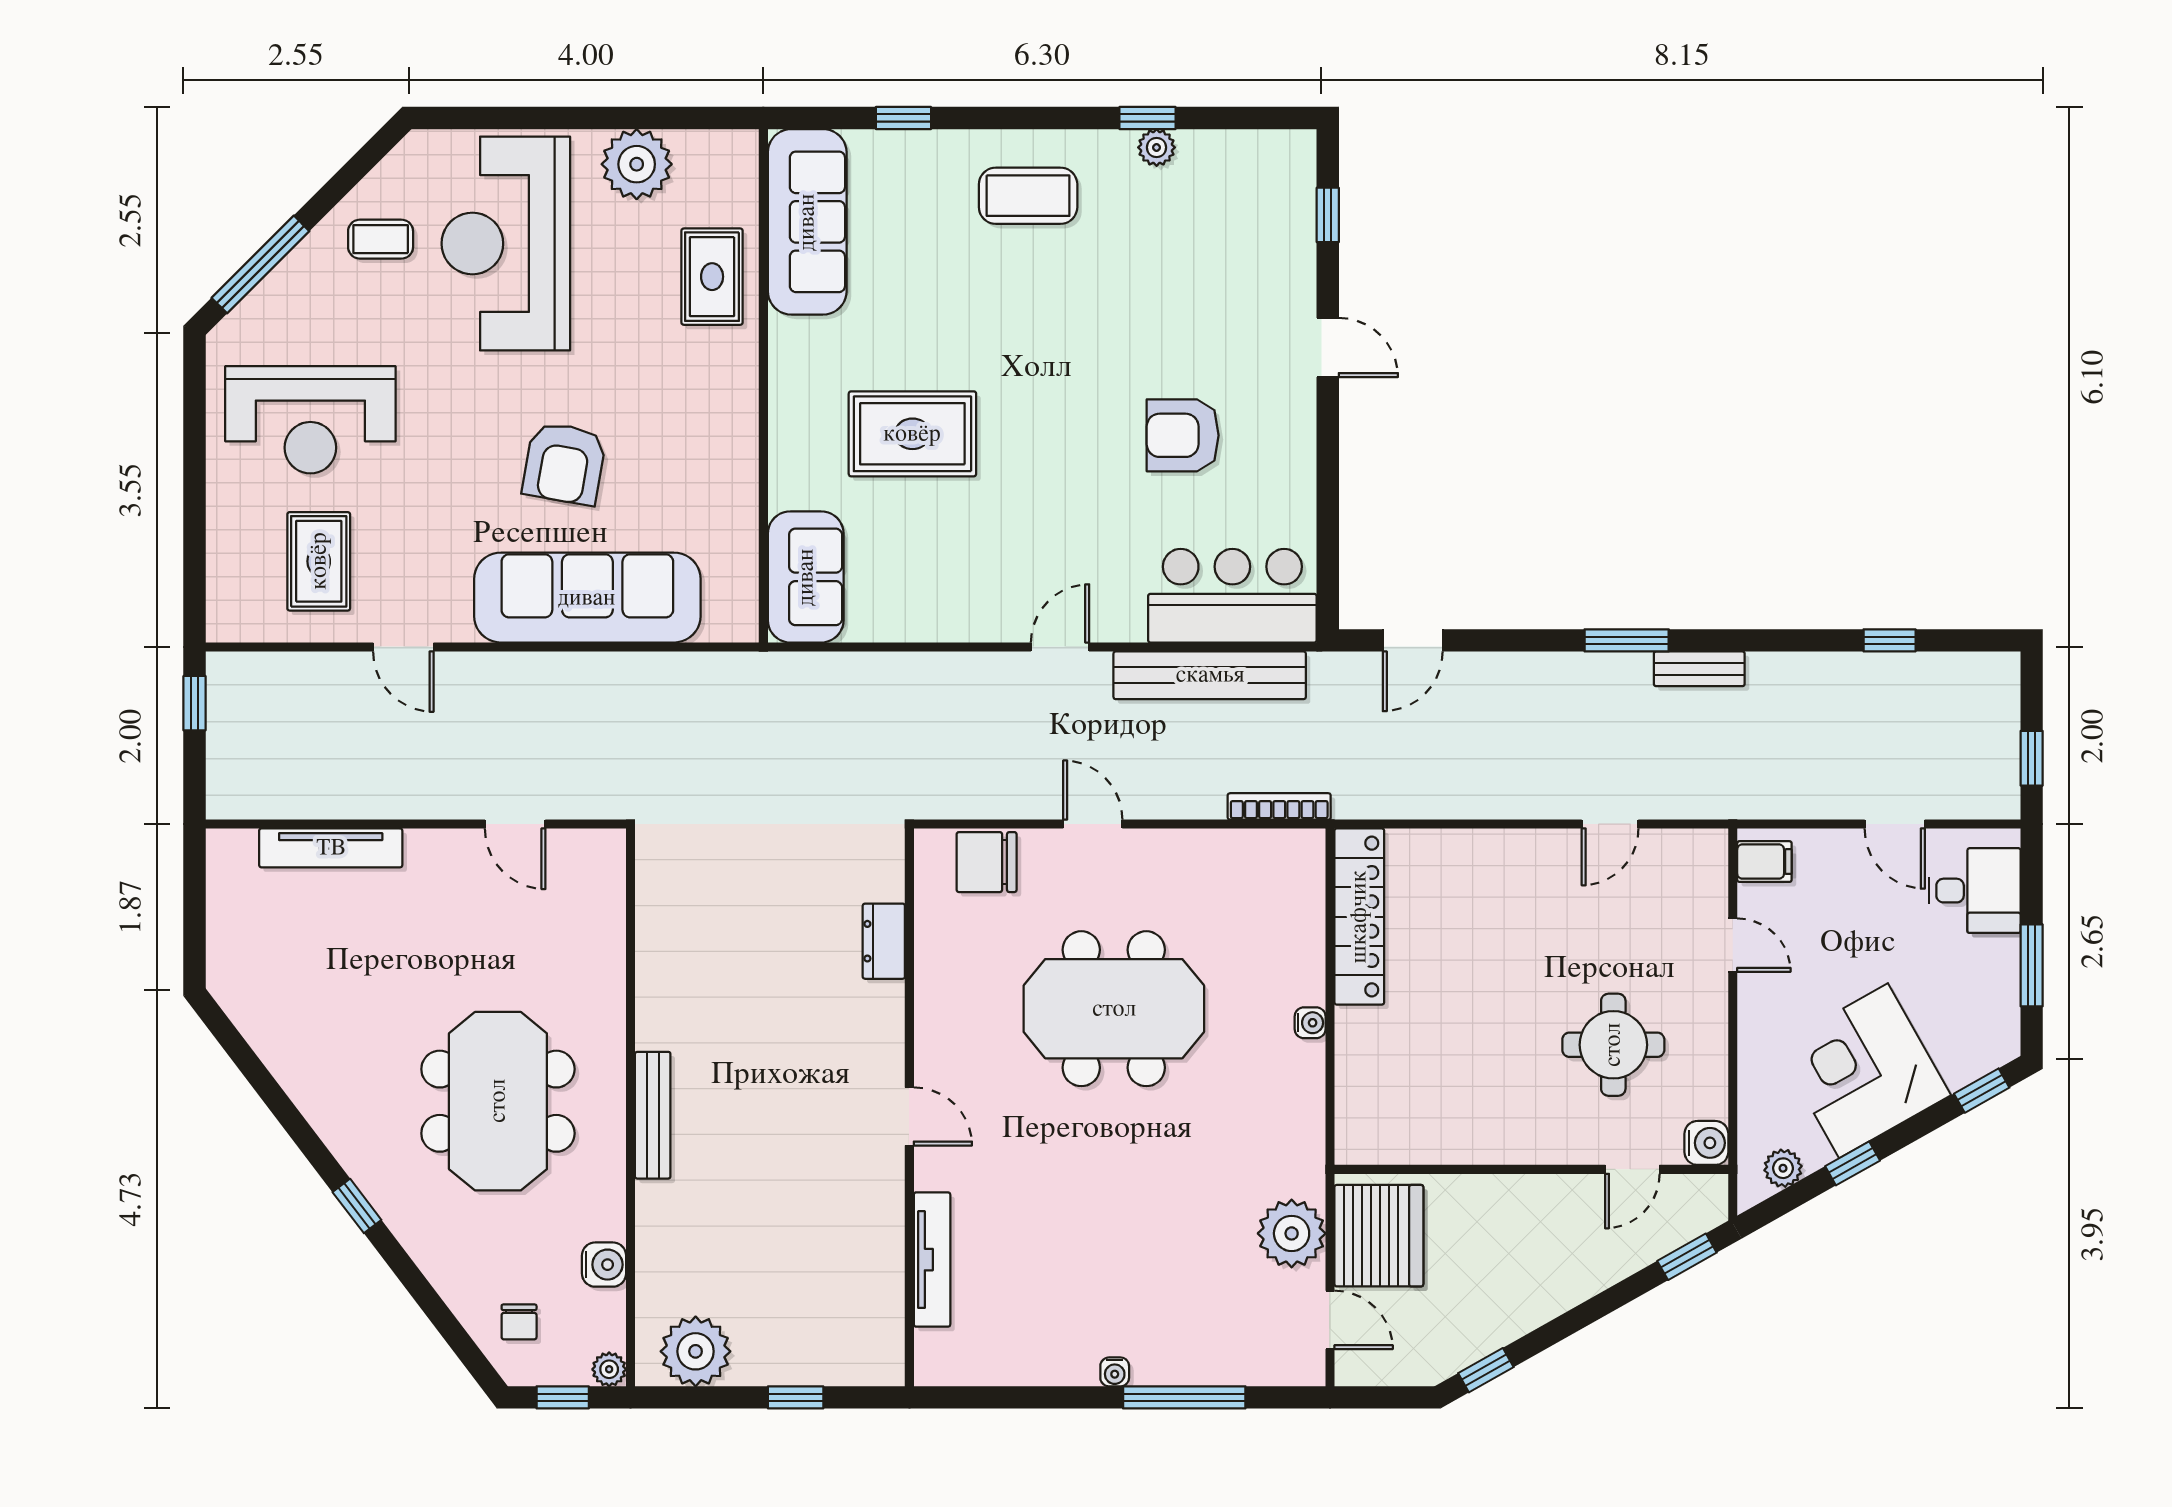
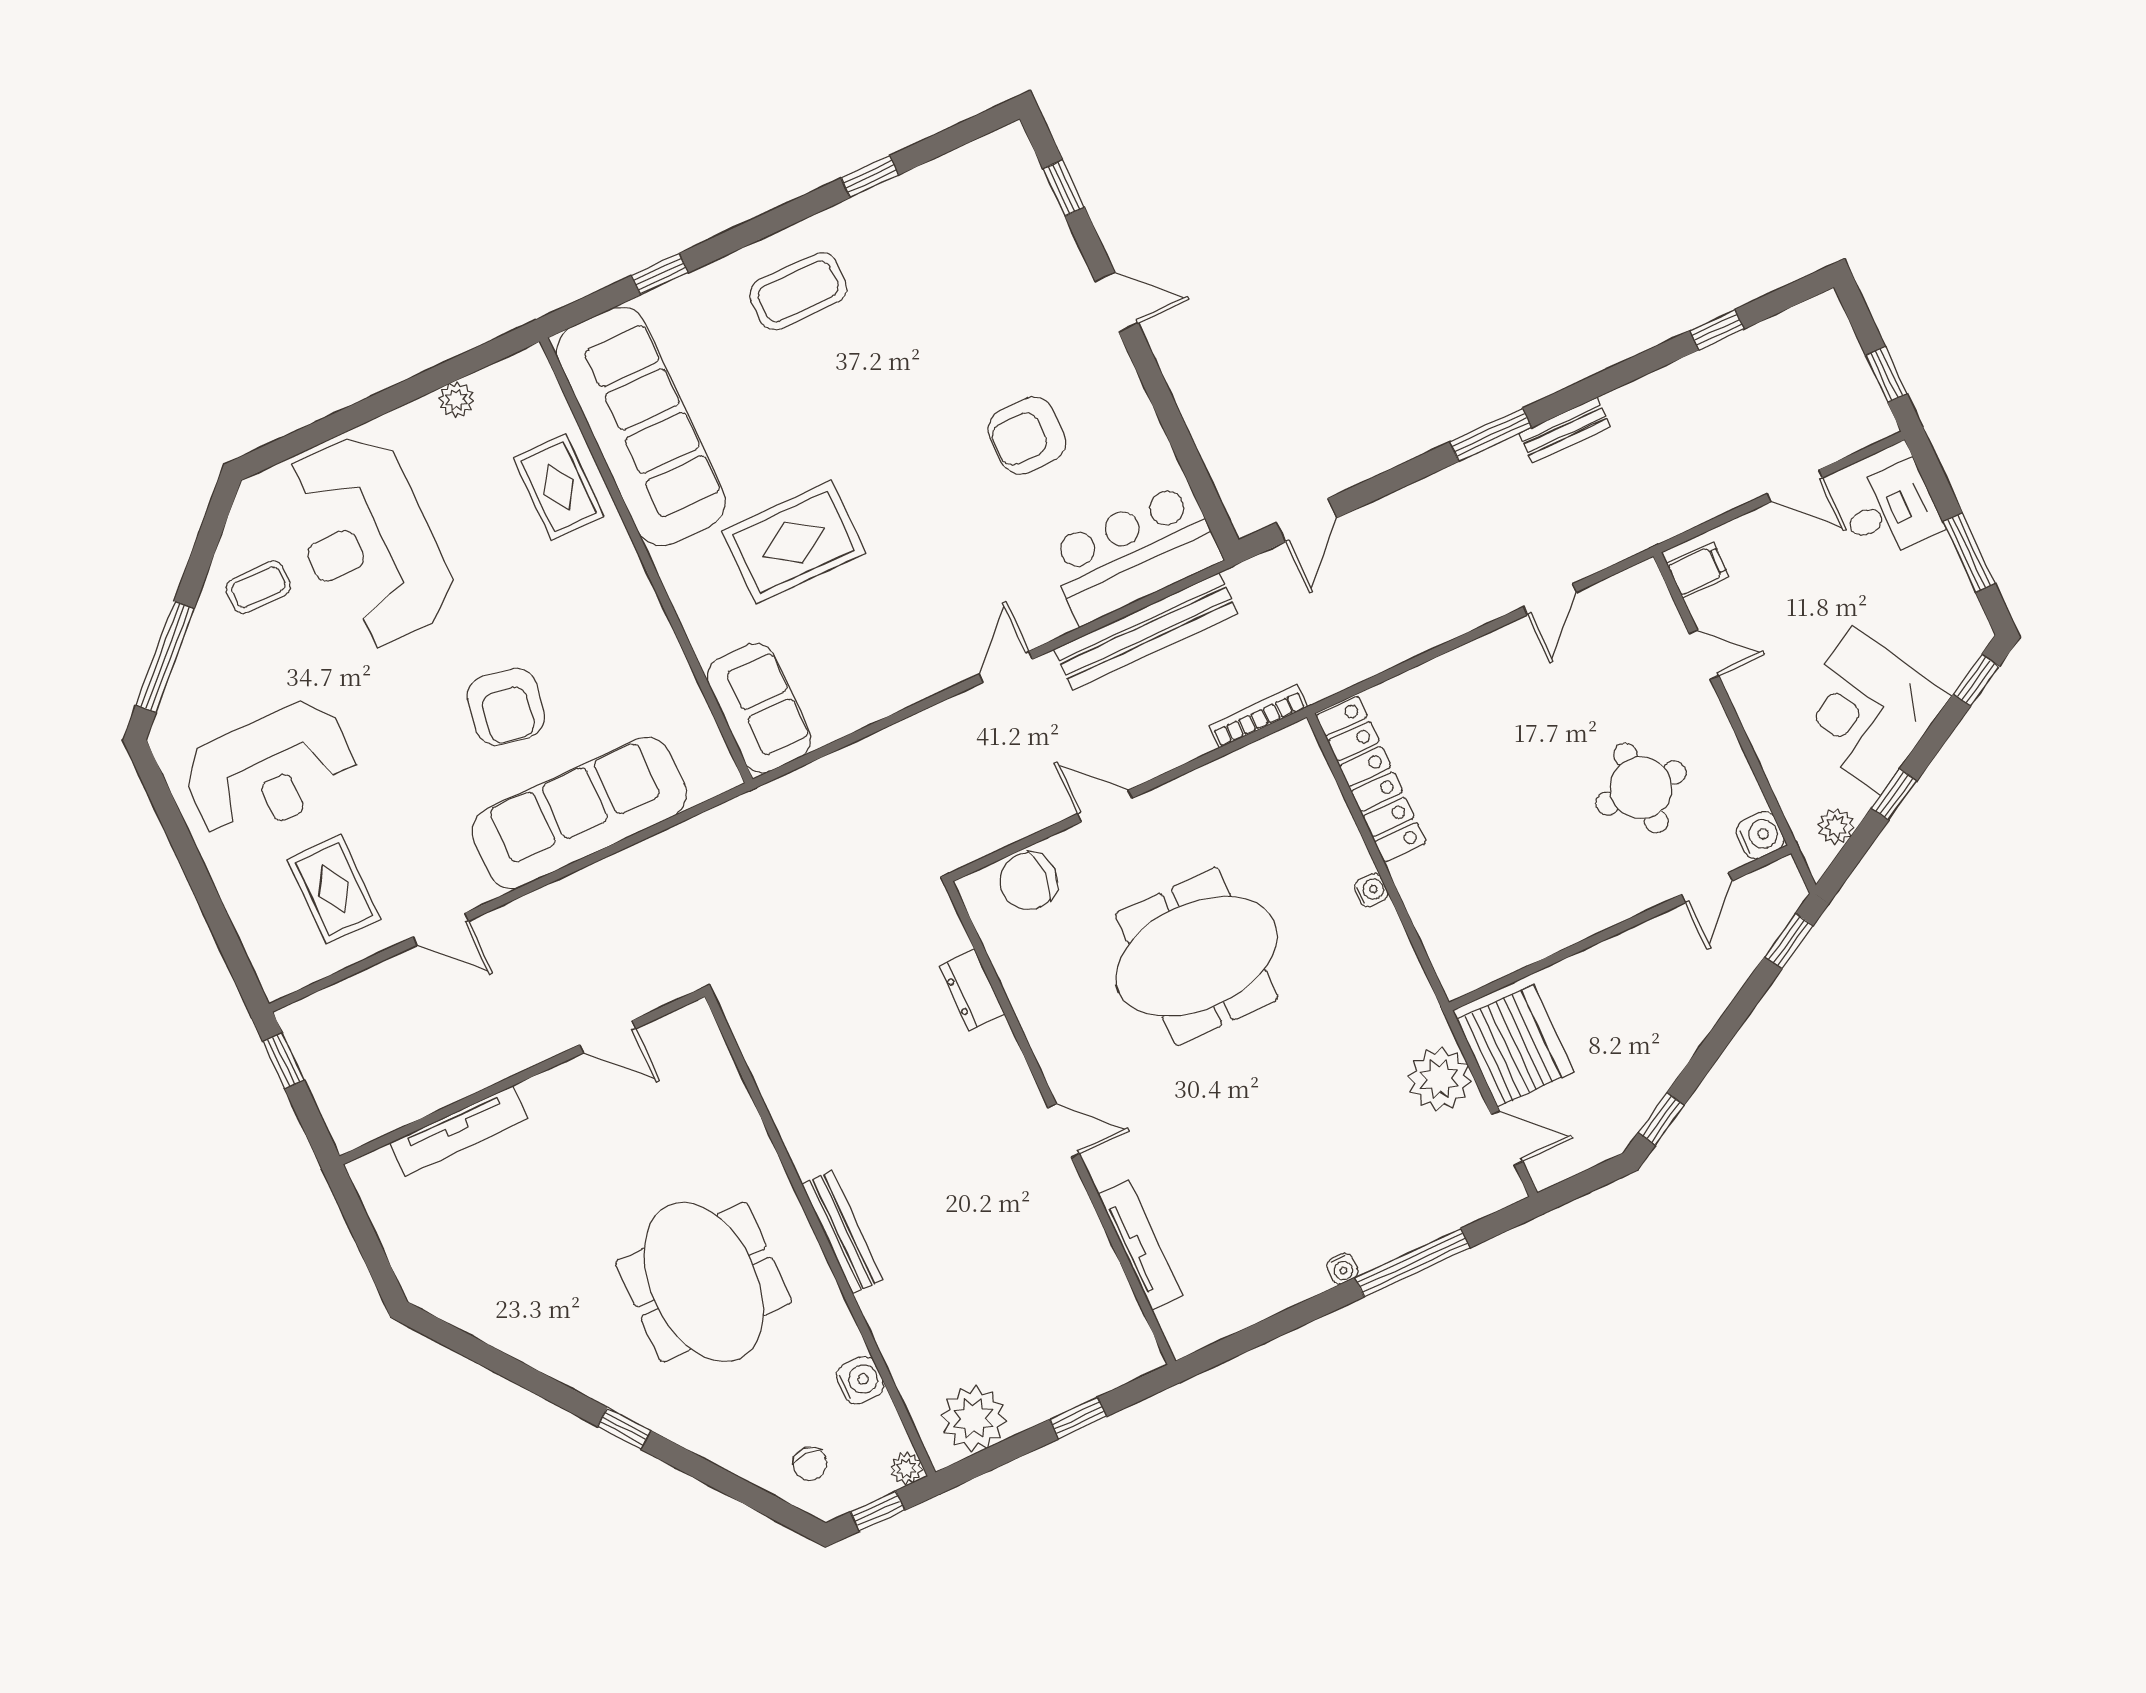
plant: (1157, 147) -> (889, 198), removed
plant: (637, 164) -> (456, 400), width x0.53, depth x0.53
sofa: (807, 222) -> (641, 426), width x1.36, depth x1.27

